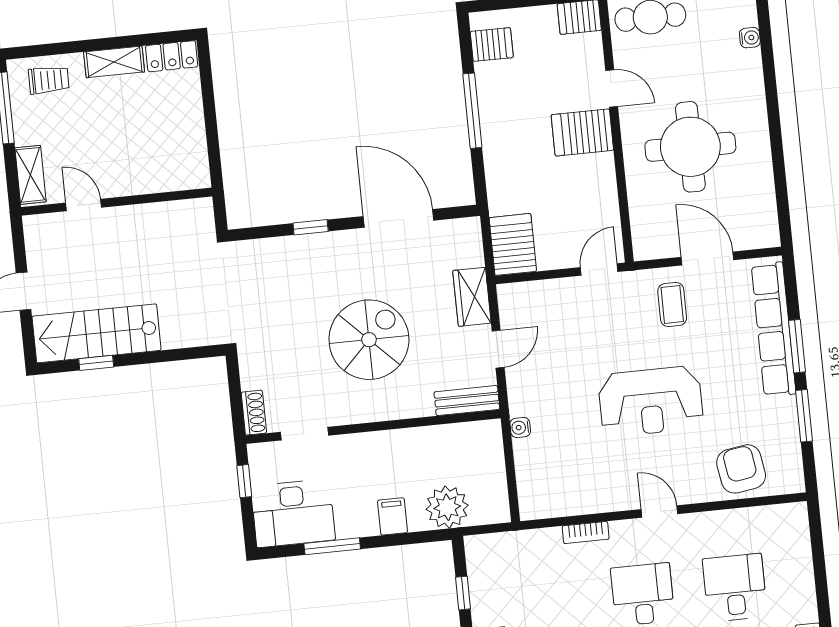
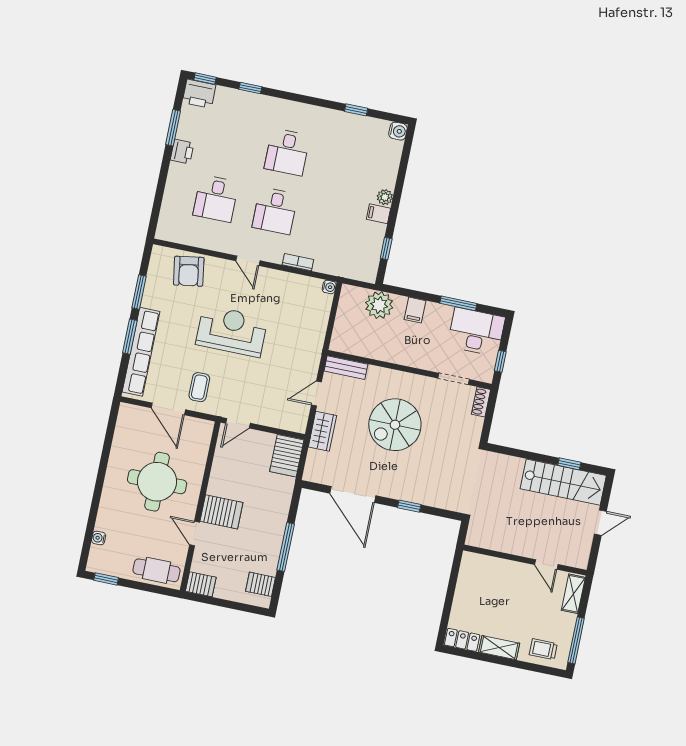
water cooler: (520, 427) -> (329, 287), moved

